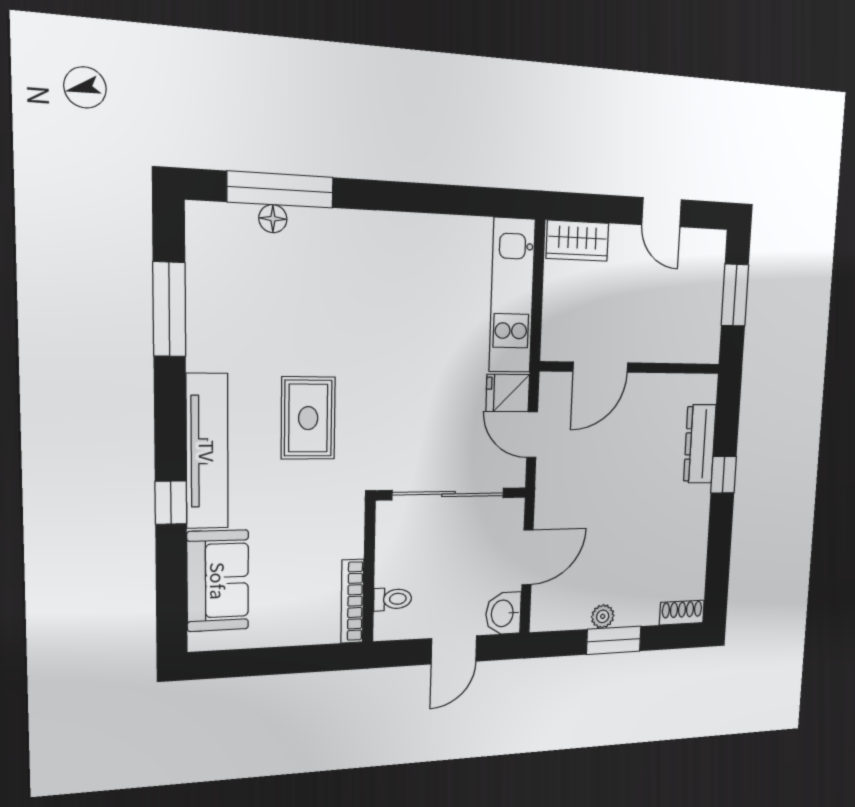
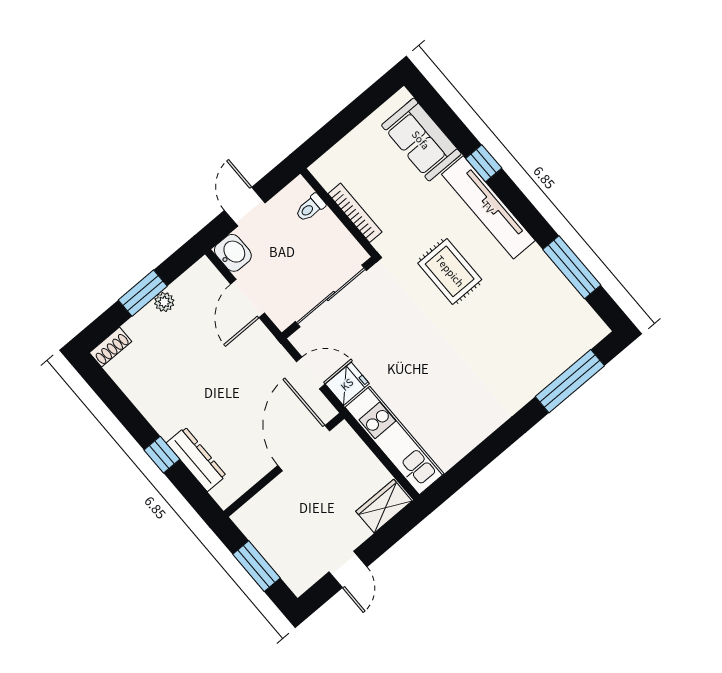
door: (662, 212) -> (348, 569), swing flipped
floor lamp: (273, 219) -> (561, 362), removed
door: (601, 367) -> (304, 448), width x1.36
bookcase: (352, 601) -> (355, 213), moved

